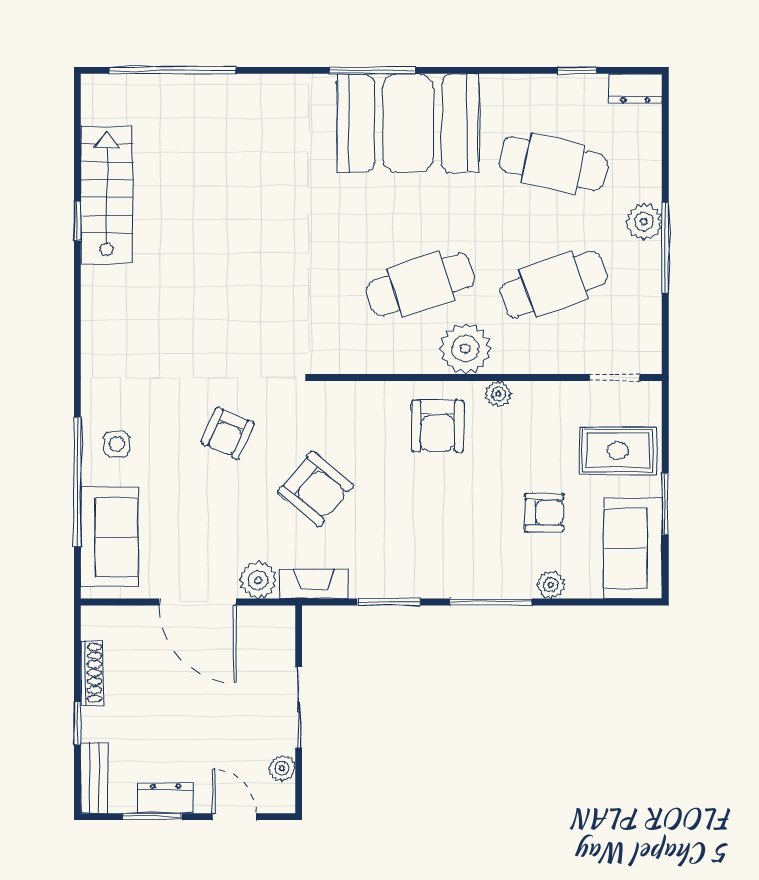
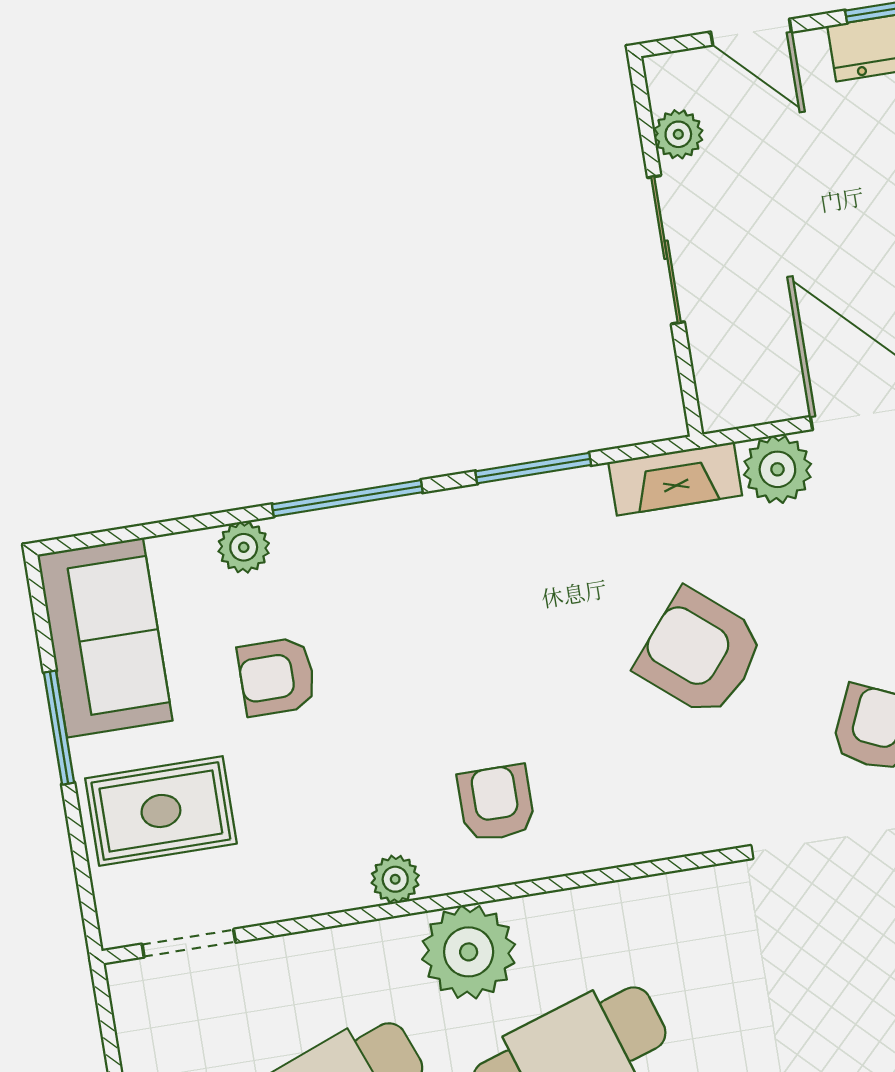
armchair: (438, 426) -> (496, 803), width x0.72, depth x0.72

